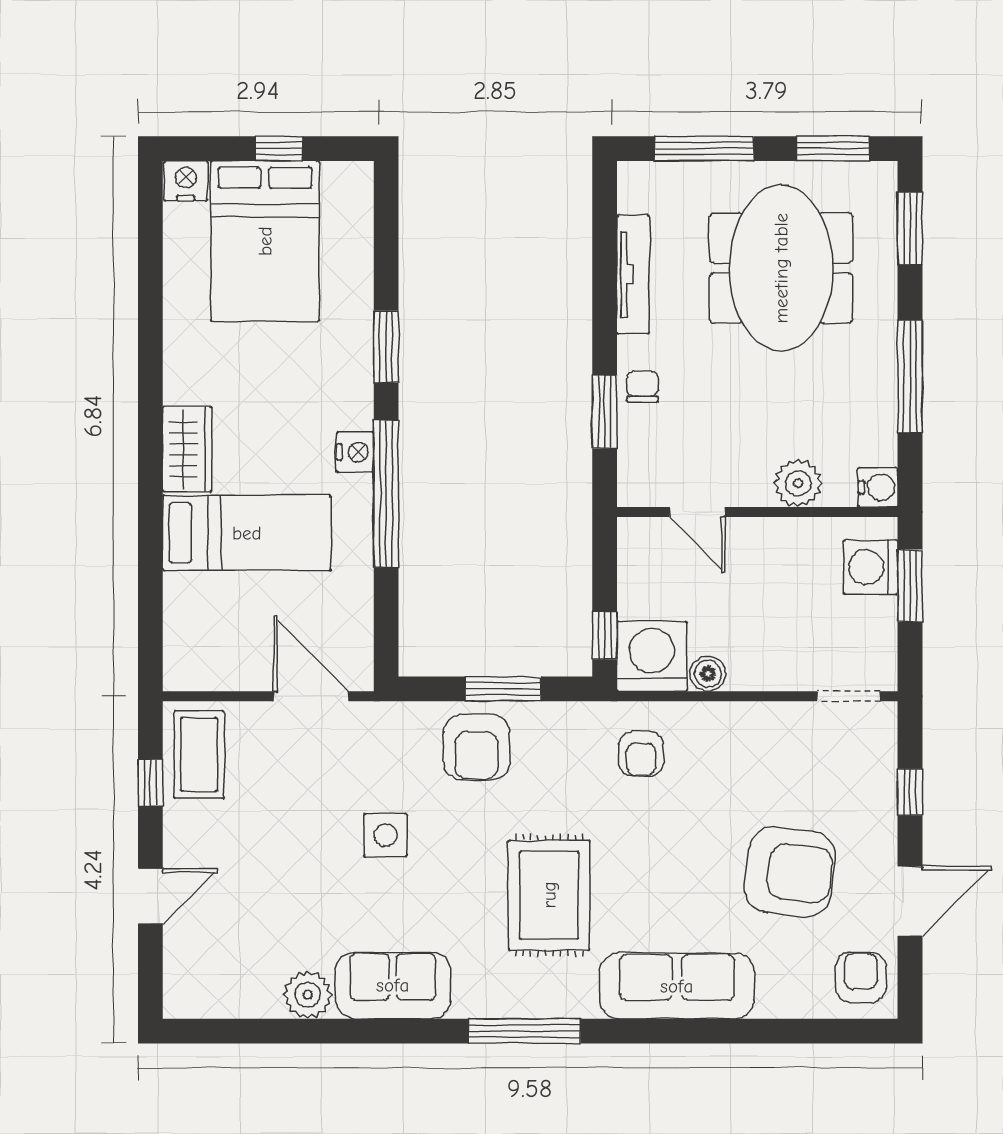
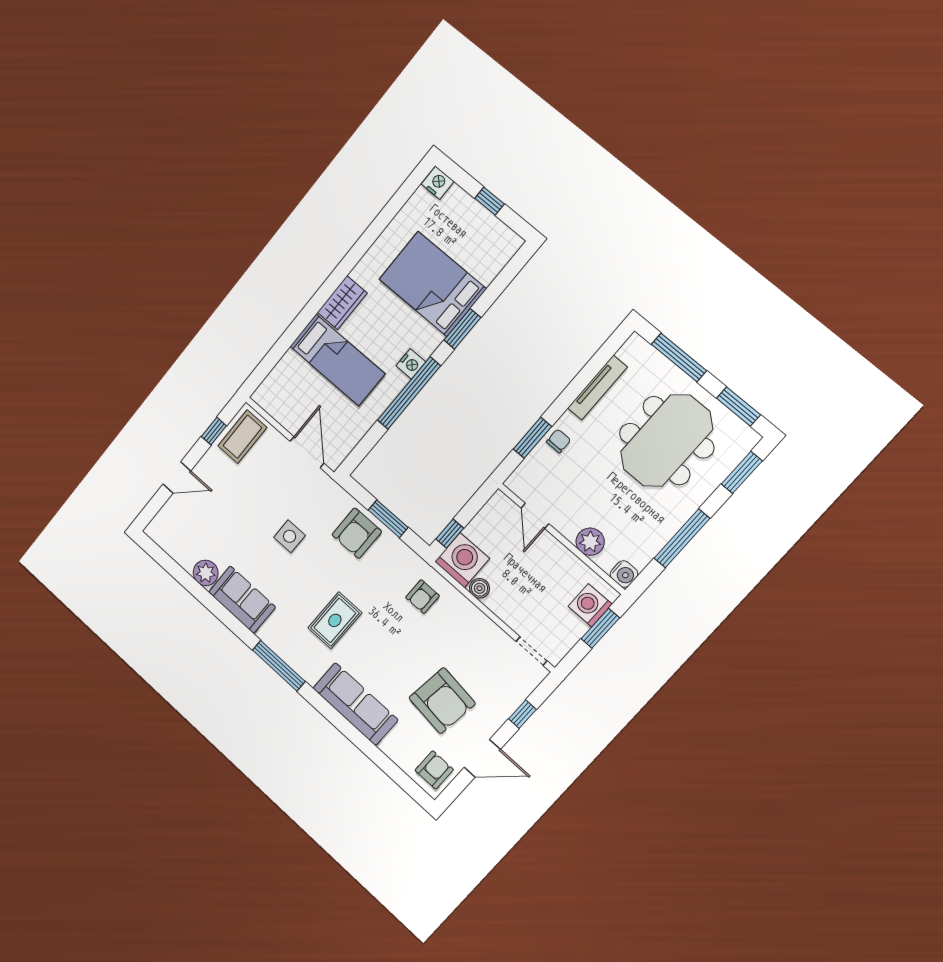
bed: (265, 241) -> (432, 284), moved, turned 90
rug: (549, 895) -> (335, 620), width x0.73, depth x0.70

